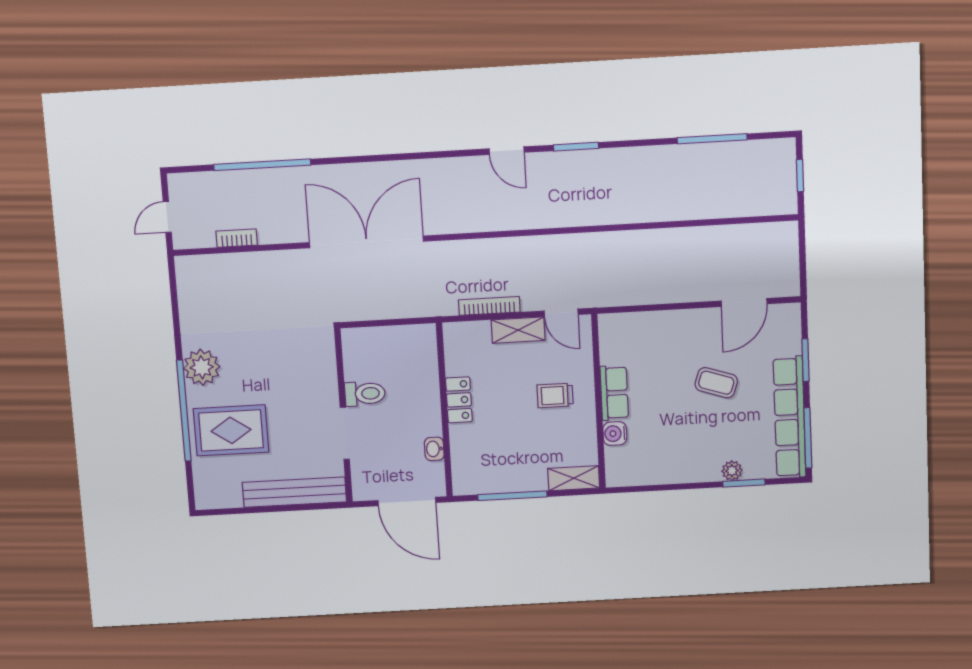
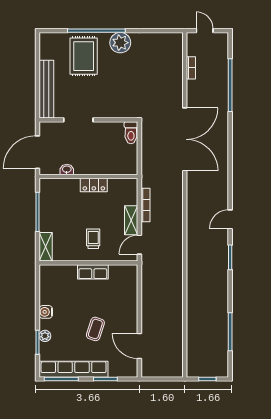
toilet: (365, 394) -> (131, 133), moved
water cooler: (615, 434) -> (46, 312), moved, turned -90

